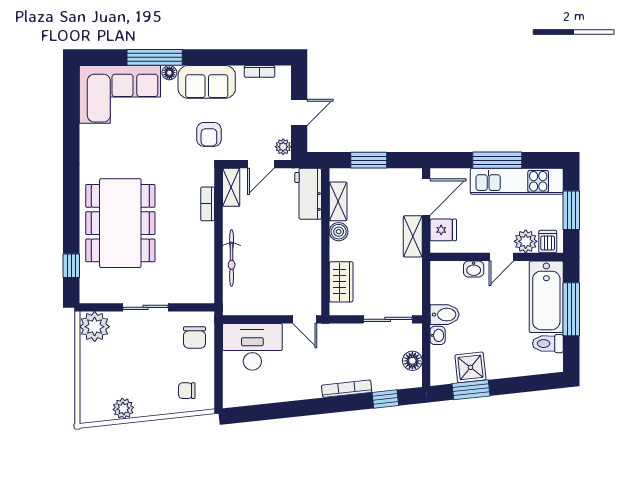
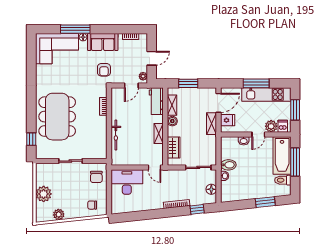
shelving: (231, 187) -> (159, 133), moved
plant: (95, 327) -> (44, 194), moved
shower: (470, 367) -> (242, 193), removed
window: (471, 390) -> (265, 202), moved

